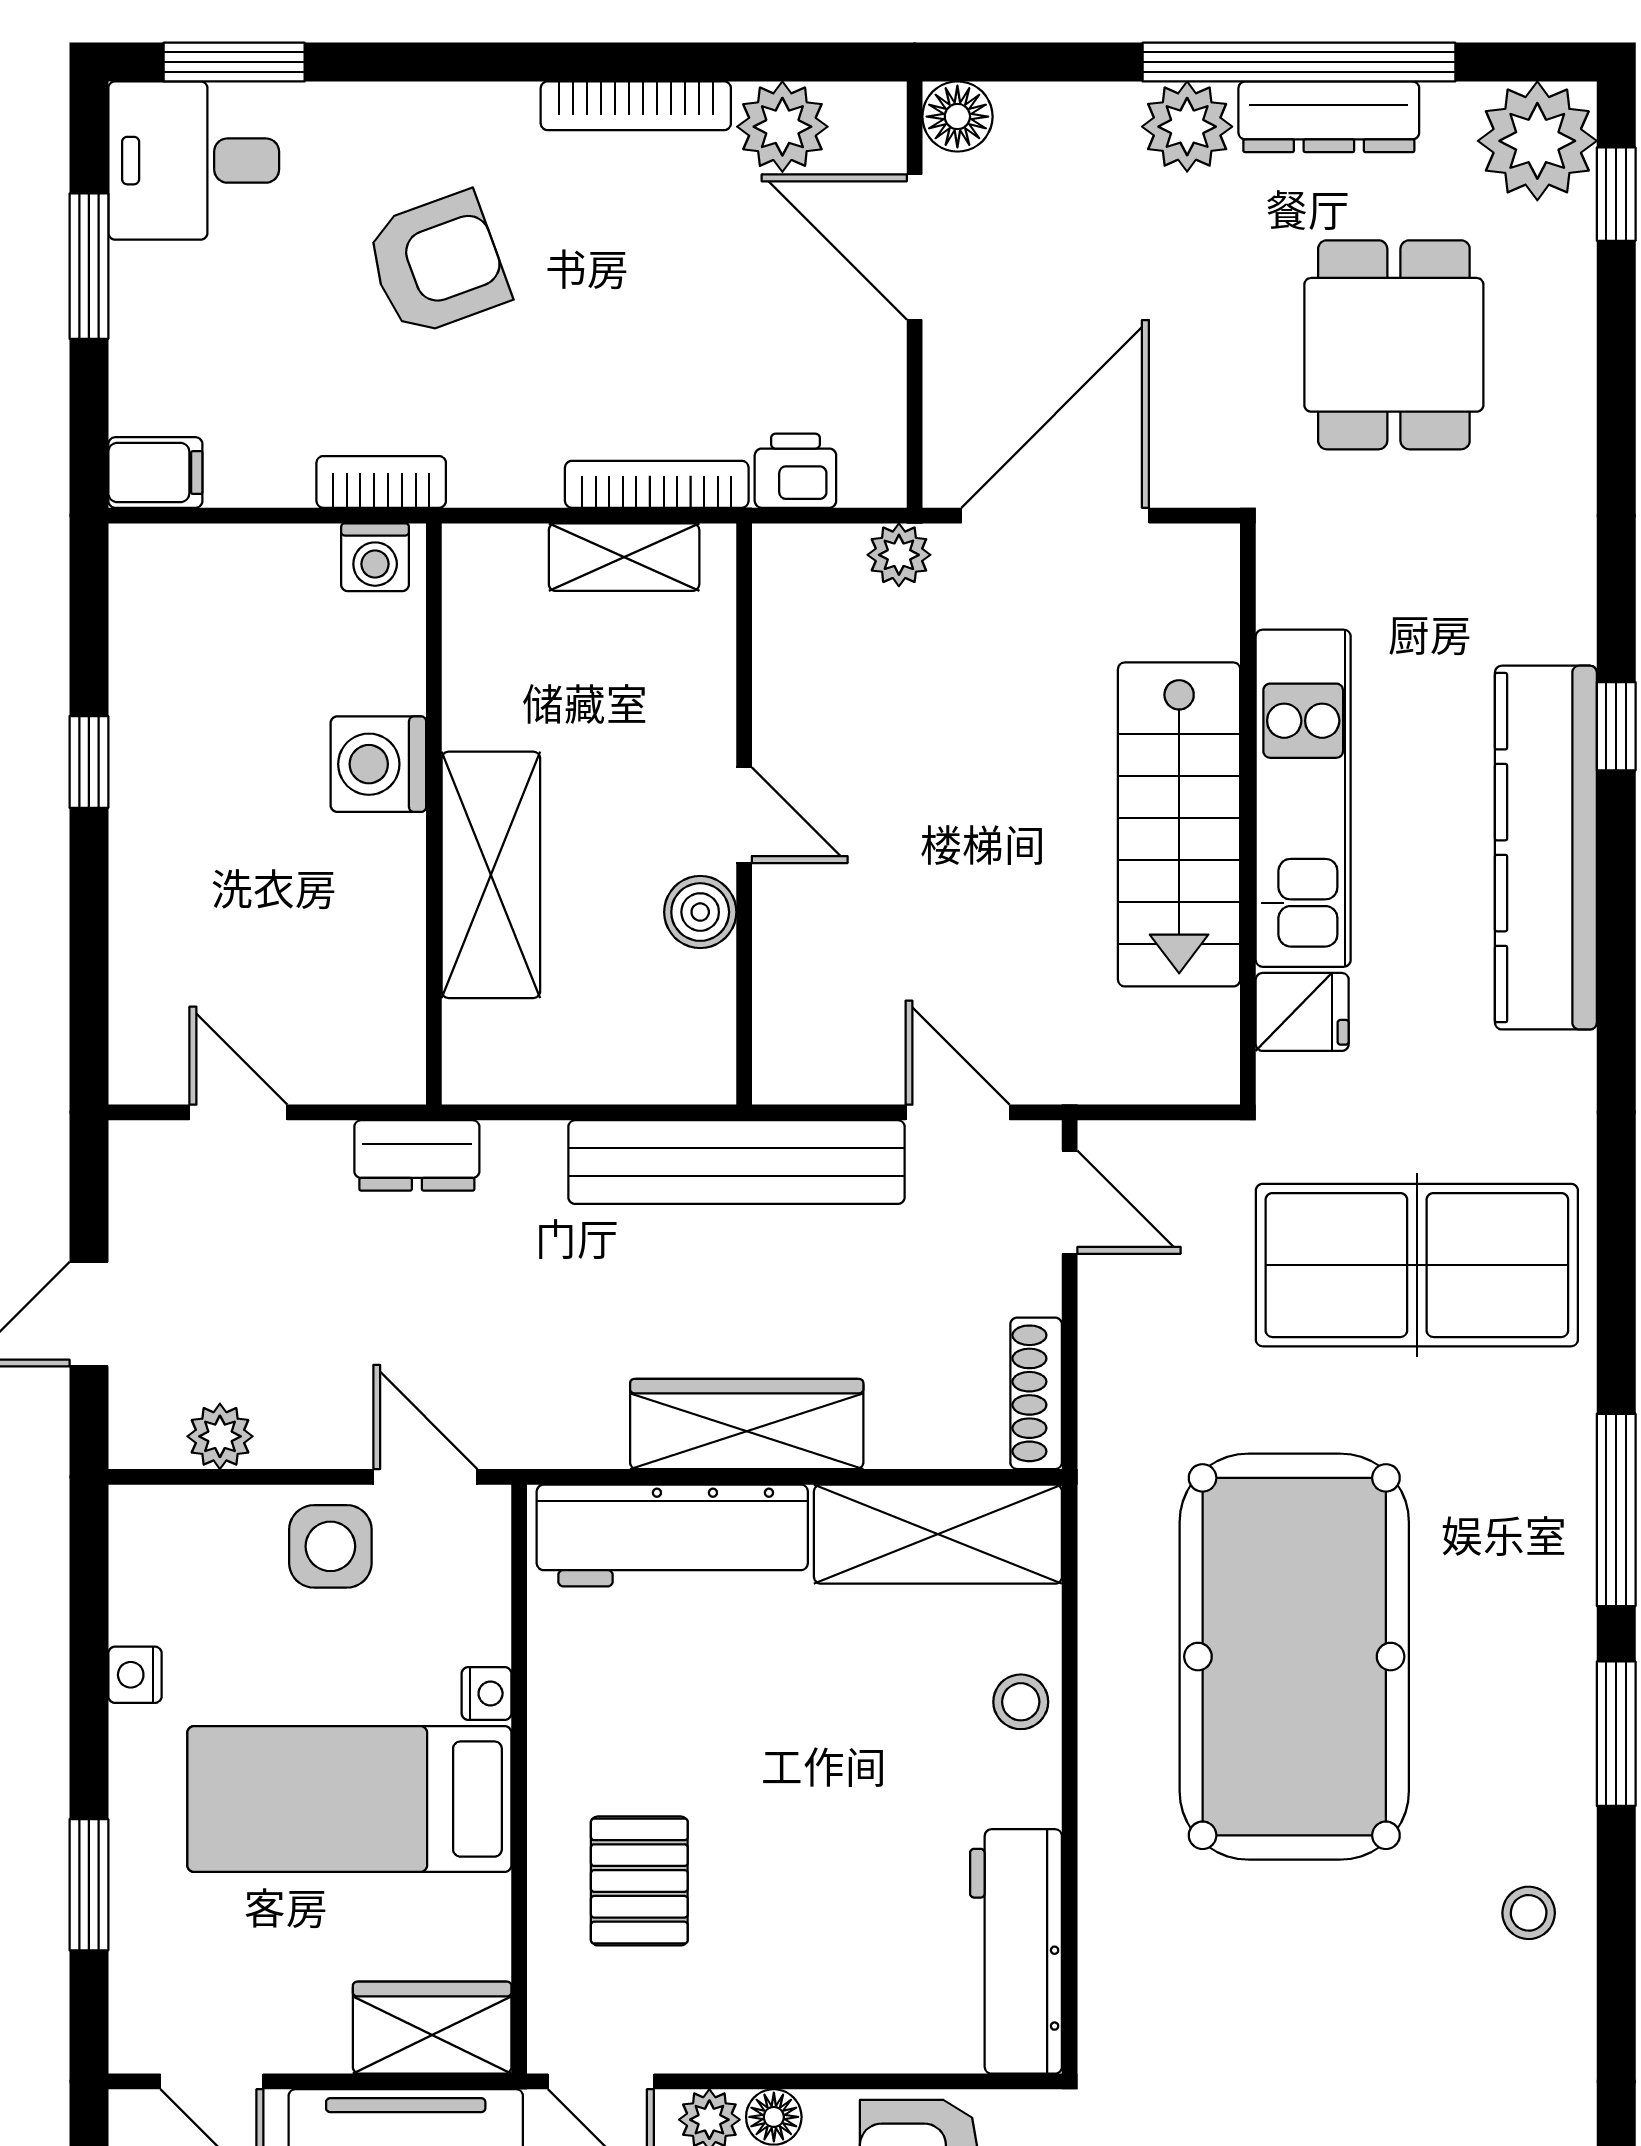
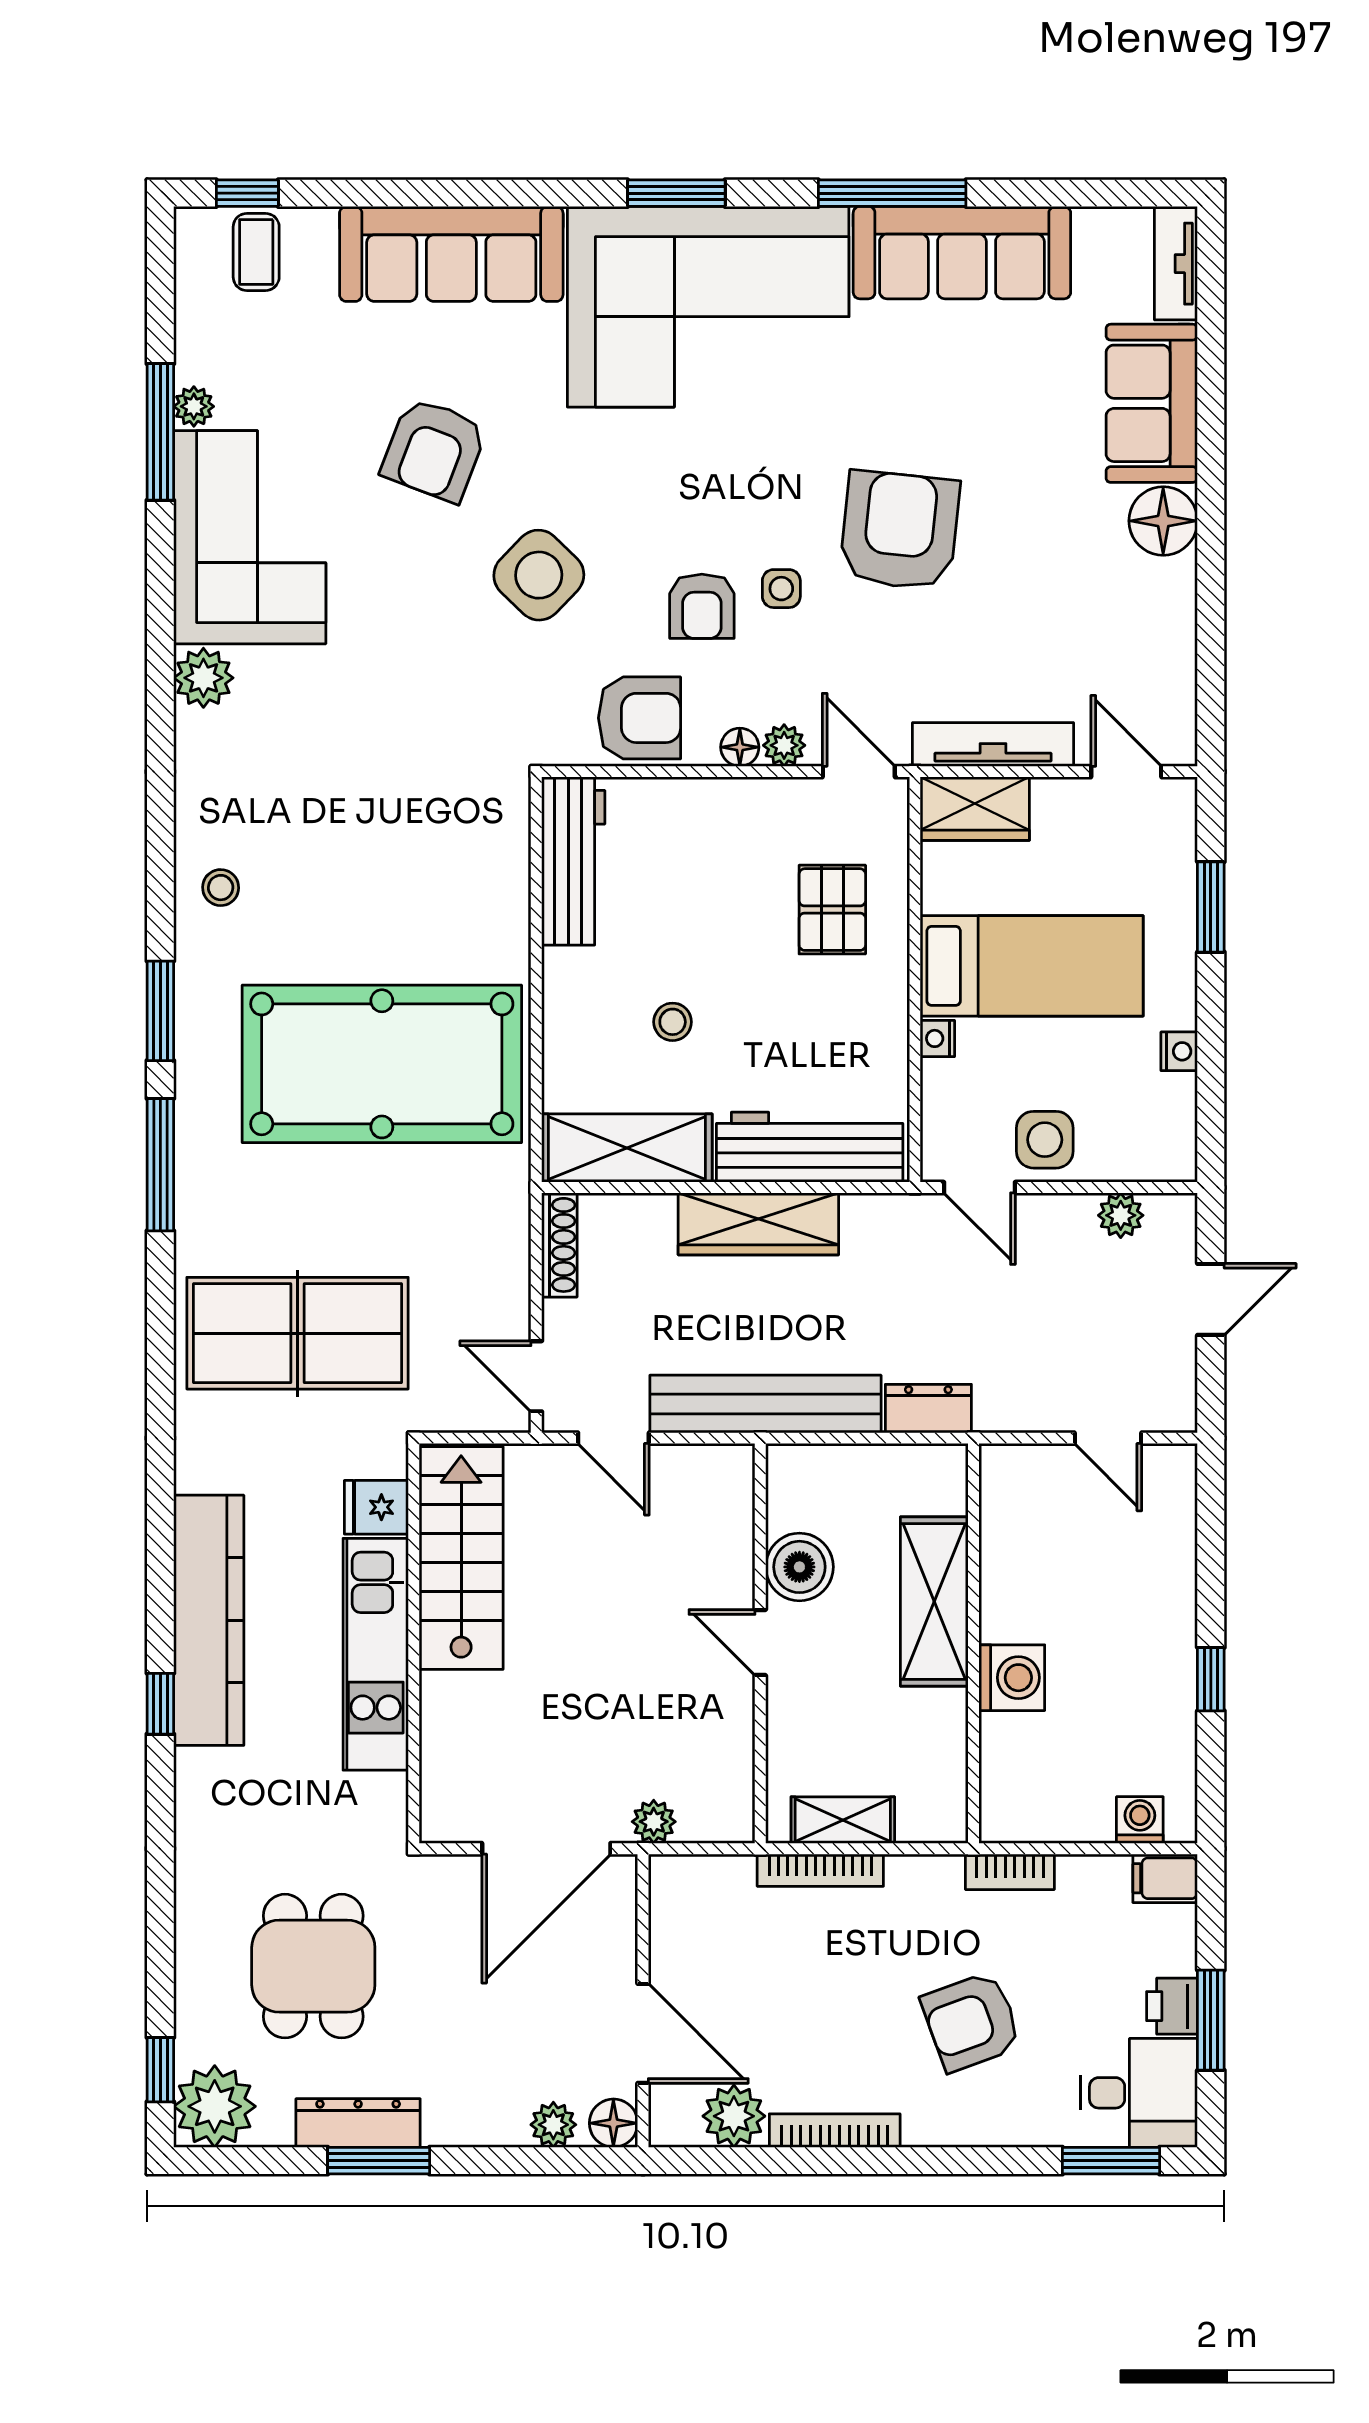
window: (1299, 62) -> (379, 2161), width x0.47
plant: (1187, 127) -> (553, 2125), moved, width x0.73, depth x0.73
printer: (795, 471) -> (1172, 2006), moved, turned 90
washing machine: (375, 557) -> (1140, 1820), moved
stairs: (1179, 824) -> (461, 1558), moved
boiler: (700, 912) -> (799, 1567), width x1.36, depth x1.36
dresser: (417, 1155) -> (928, 1409), moved
pool table: (1294, 1657) -> (382, 1064), turned 90
stool: (1021, 1702) -> (673, 1022), moved

